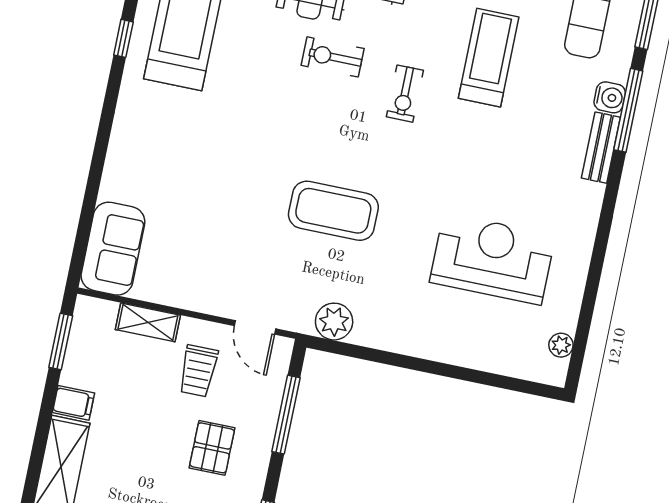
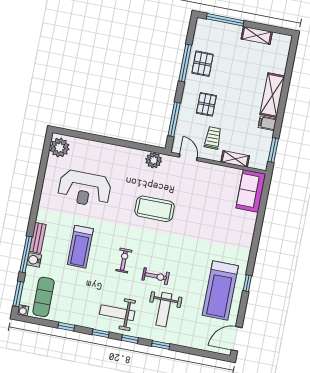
treadmill: (489, 58) -> (80, 247), moved
plant: (561, 345) -> (60, 148), width x1.88, depth x1.88

